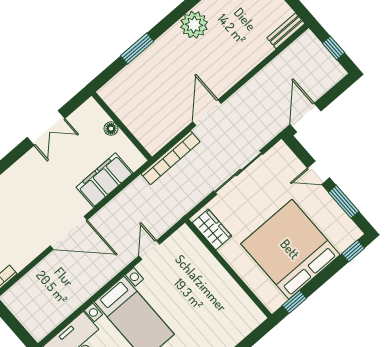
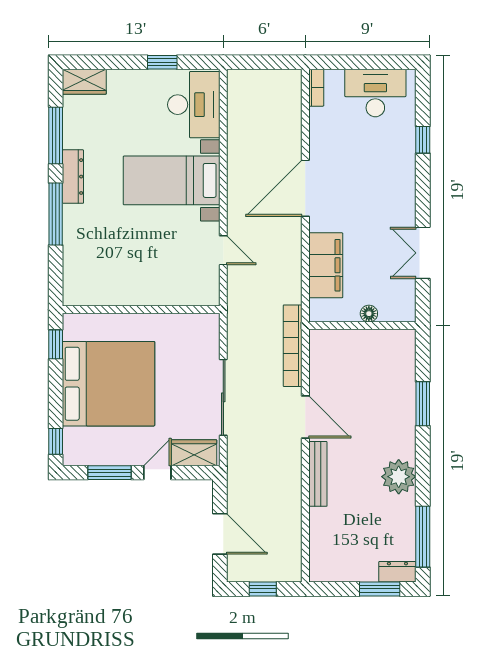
bench: (286, 31) -> (318, 474), moved, width x1.36
door: (306, 118) -> (220, 534), moved
wardrobe: (212, 229) -> (194, 453), moved, turned 180

